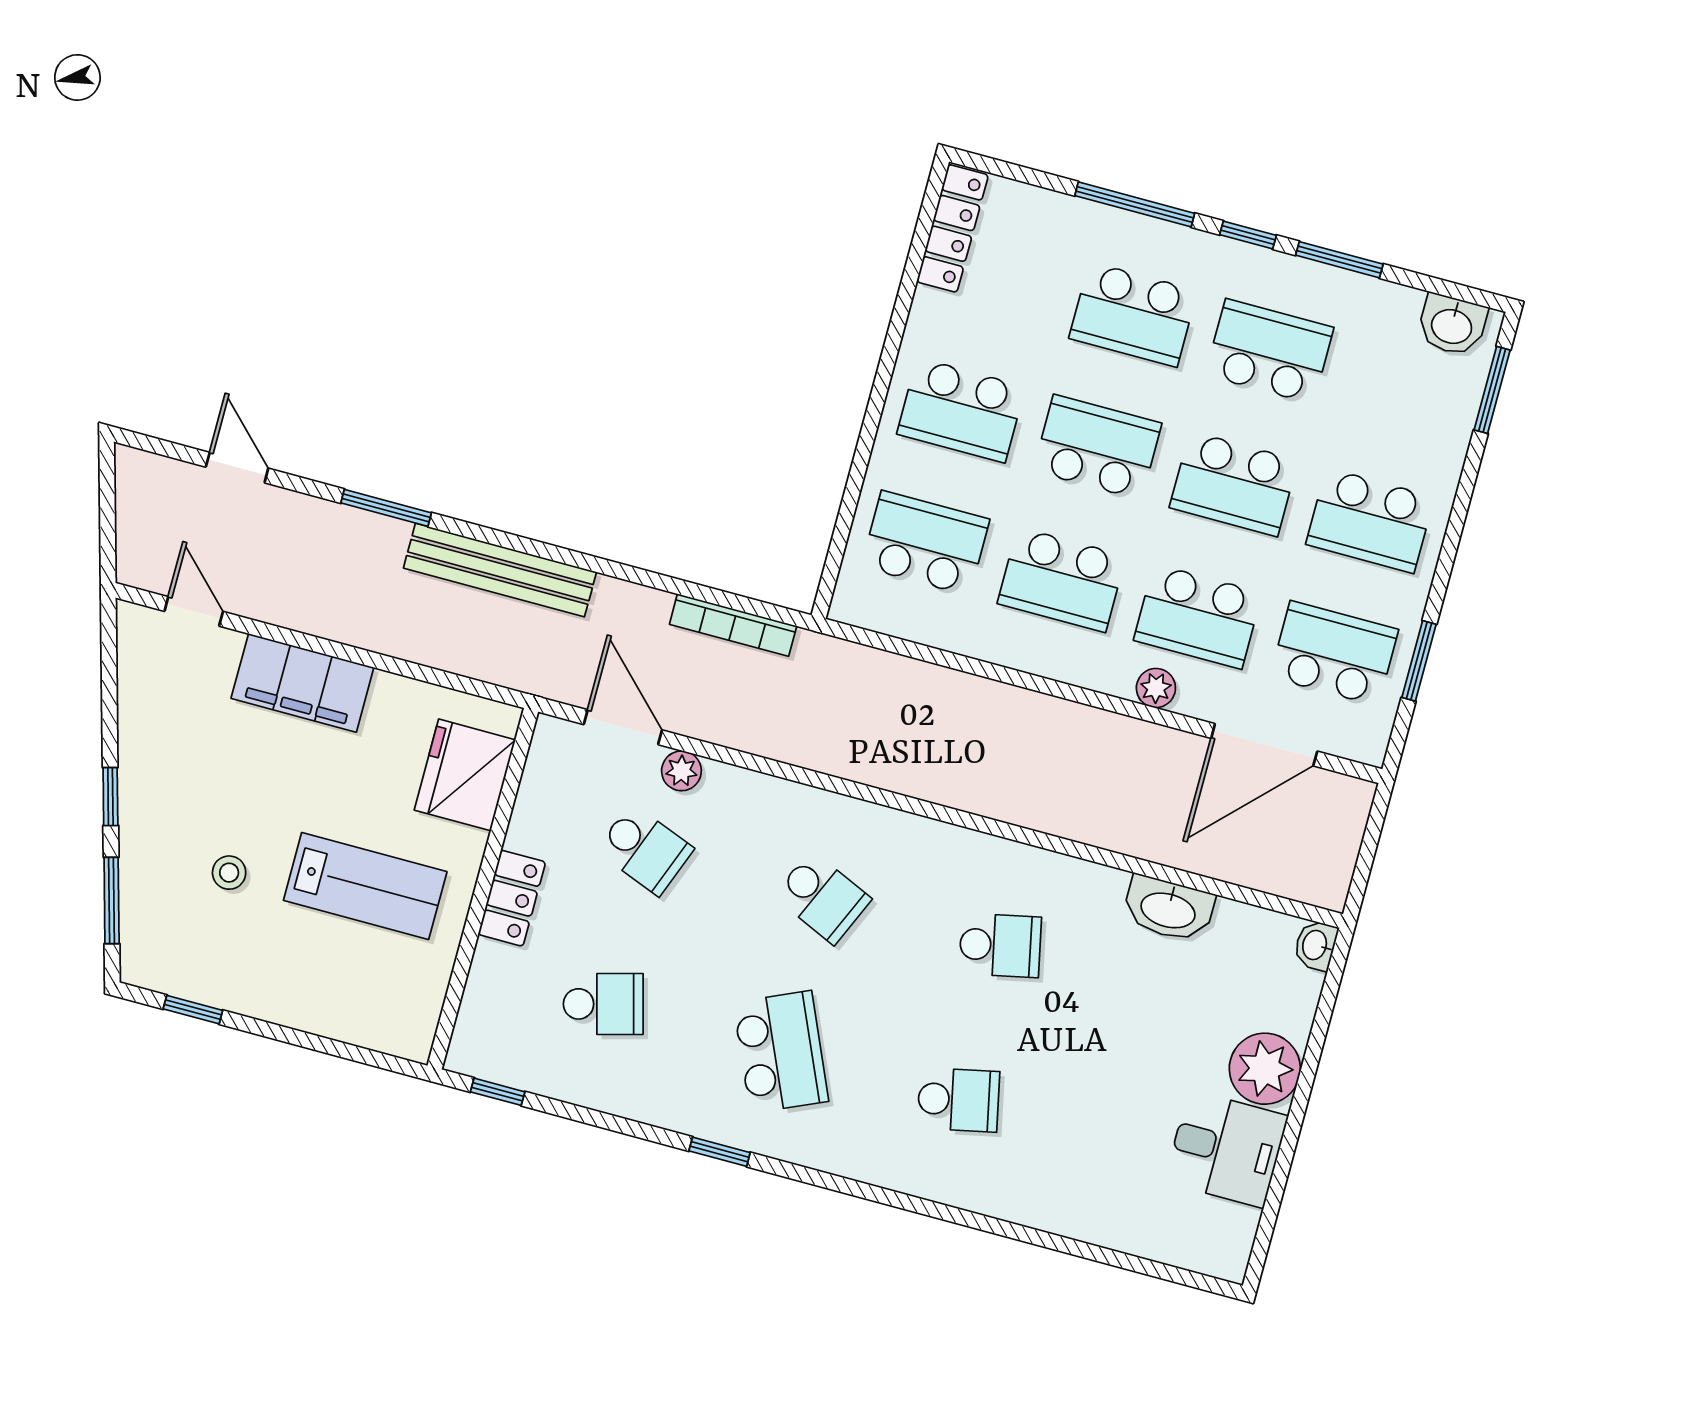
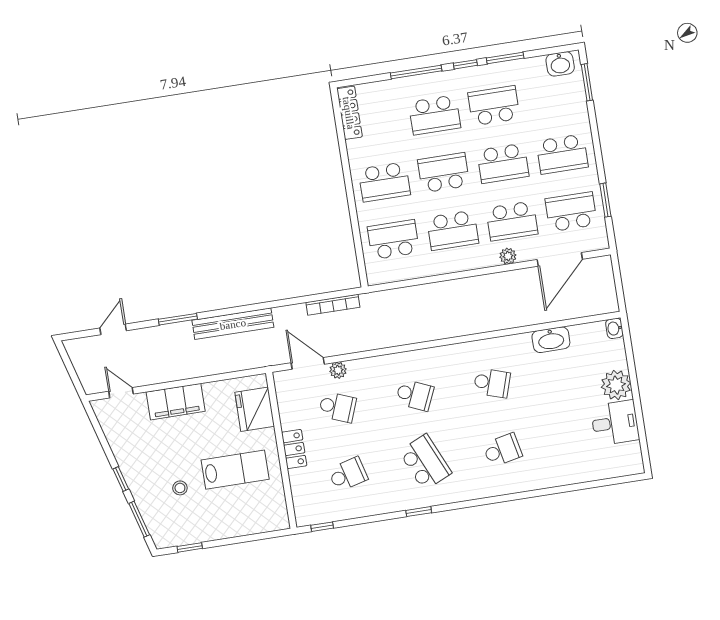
door: (237, 468) -> (113, 329), hinge flipped
school desk: (1000, 945) -> (492, 383), turned 30

